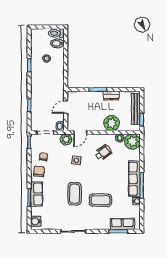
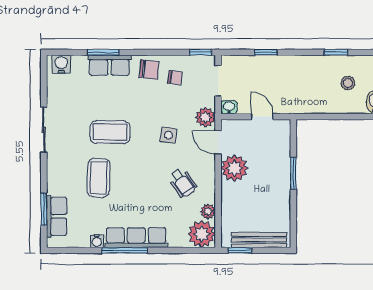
dresser: (111, 96) -> (283, 197), removed
plant: (112, 123) -> (234, 168), moved

